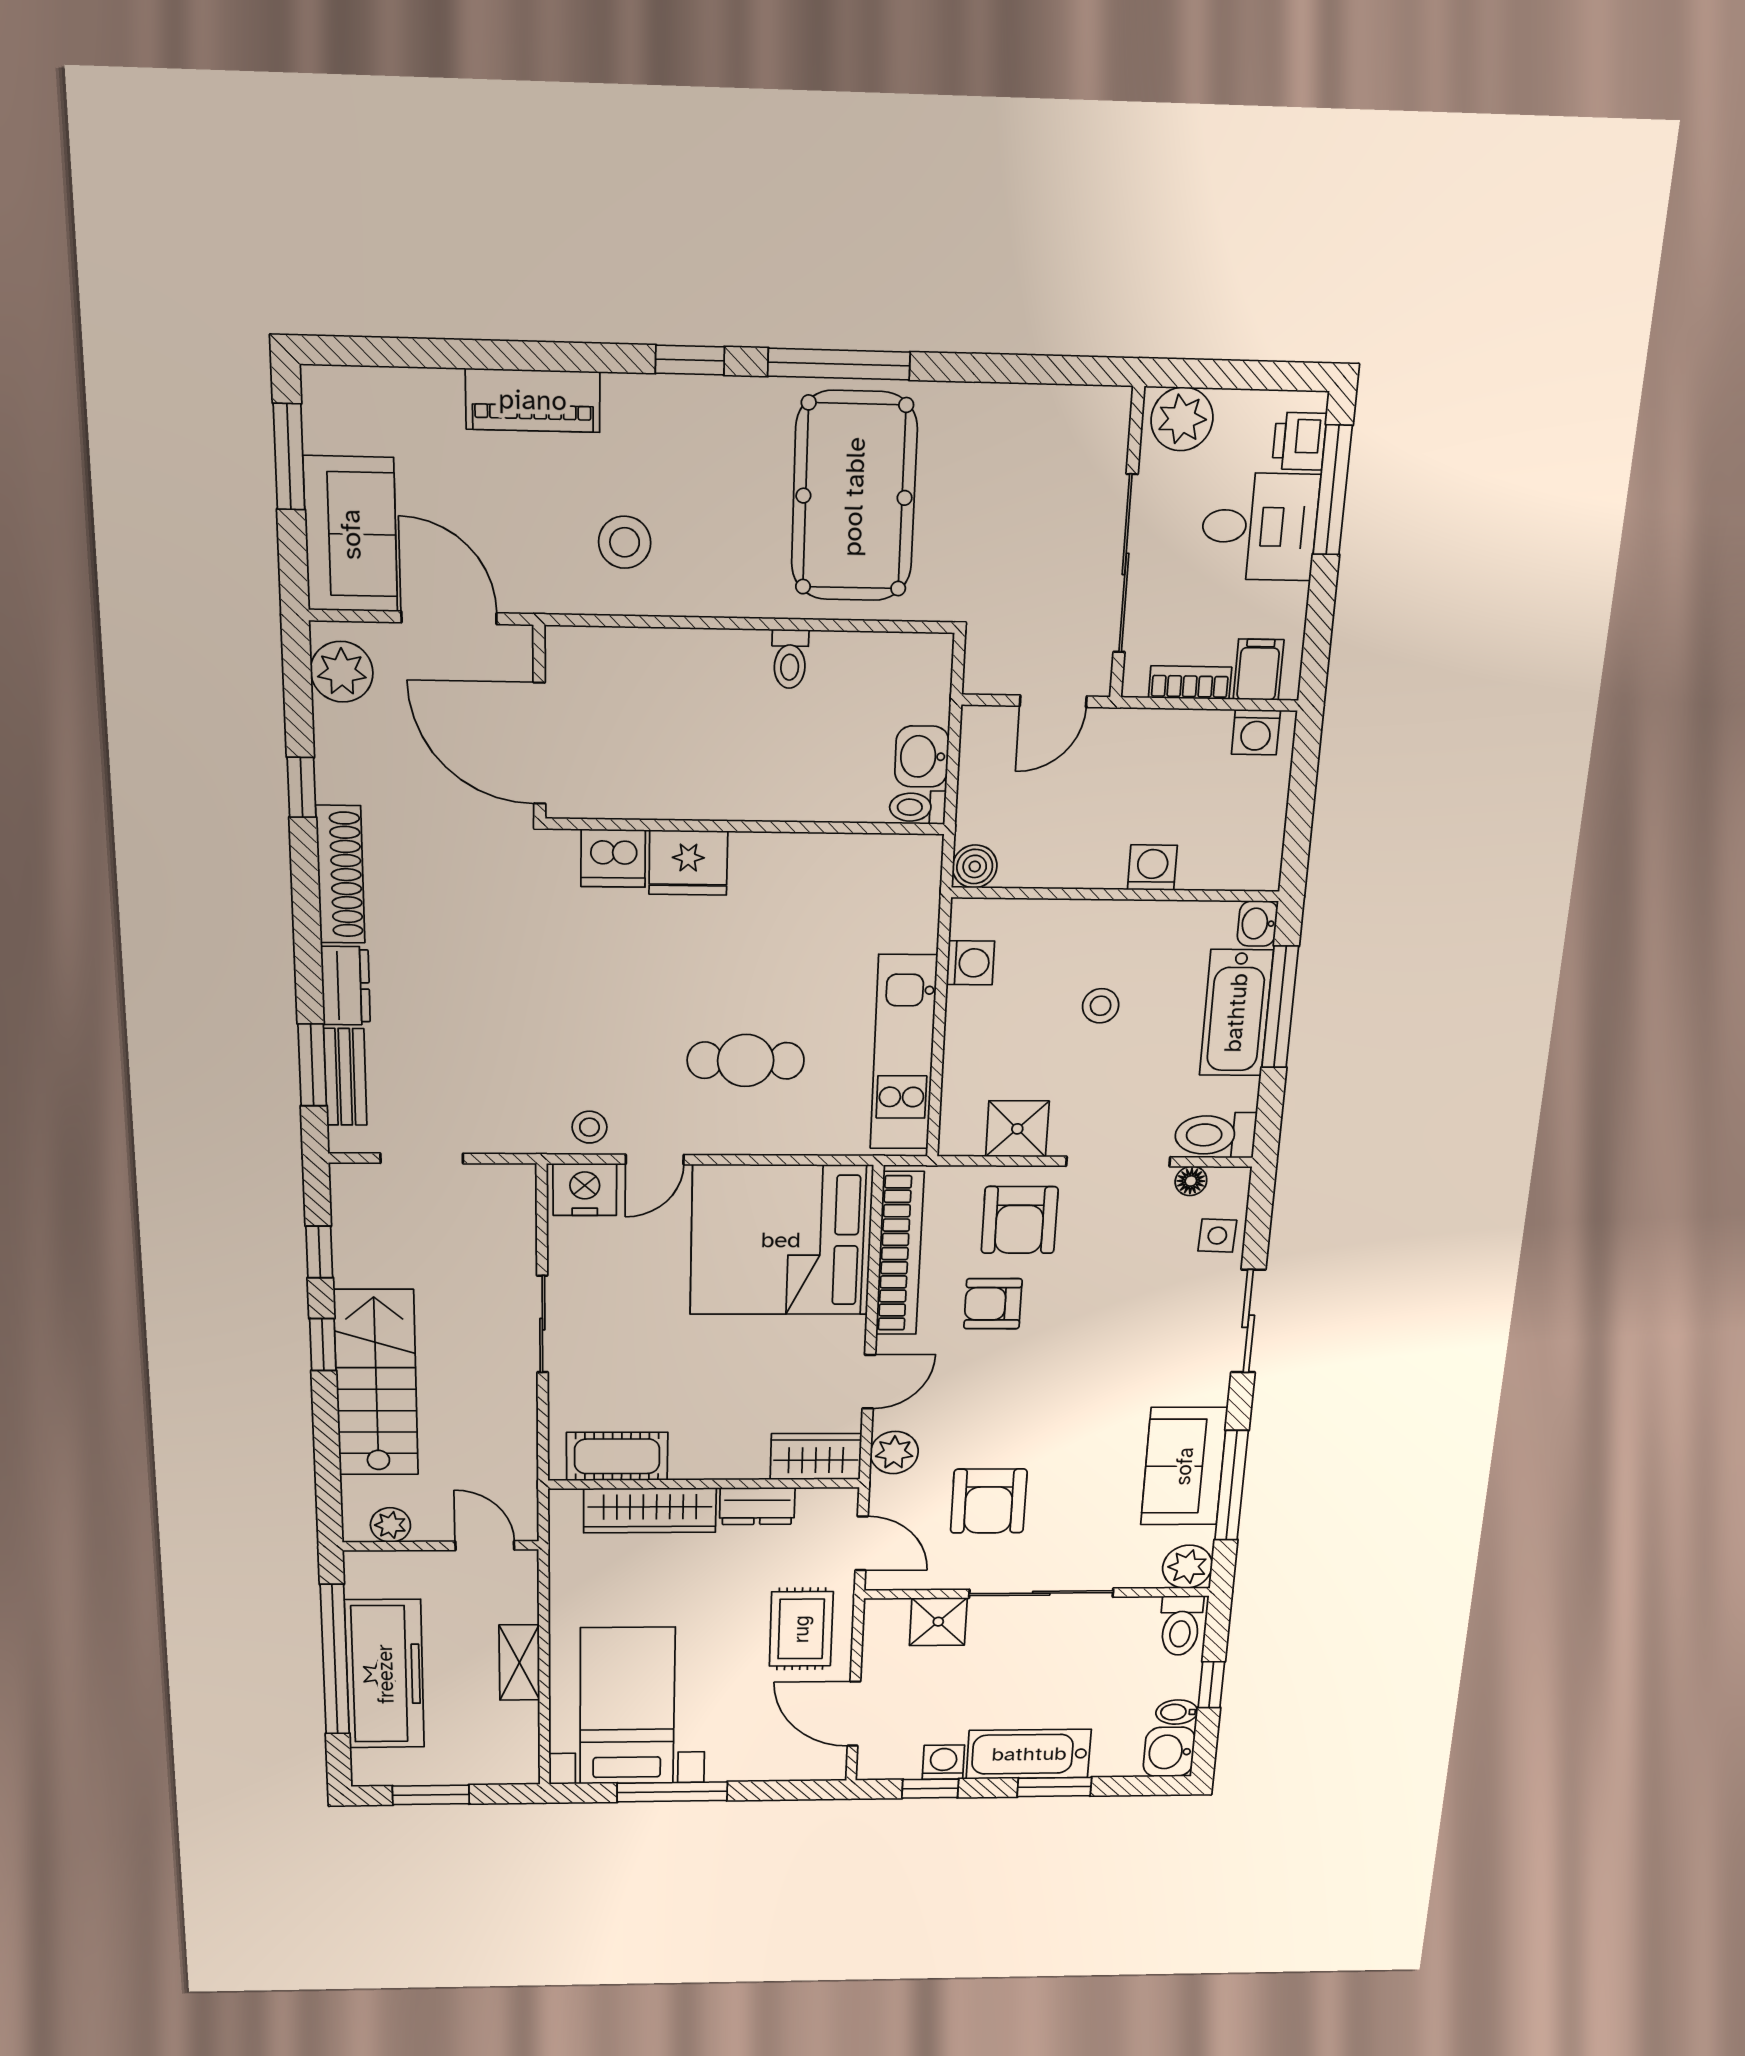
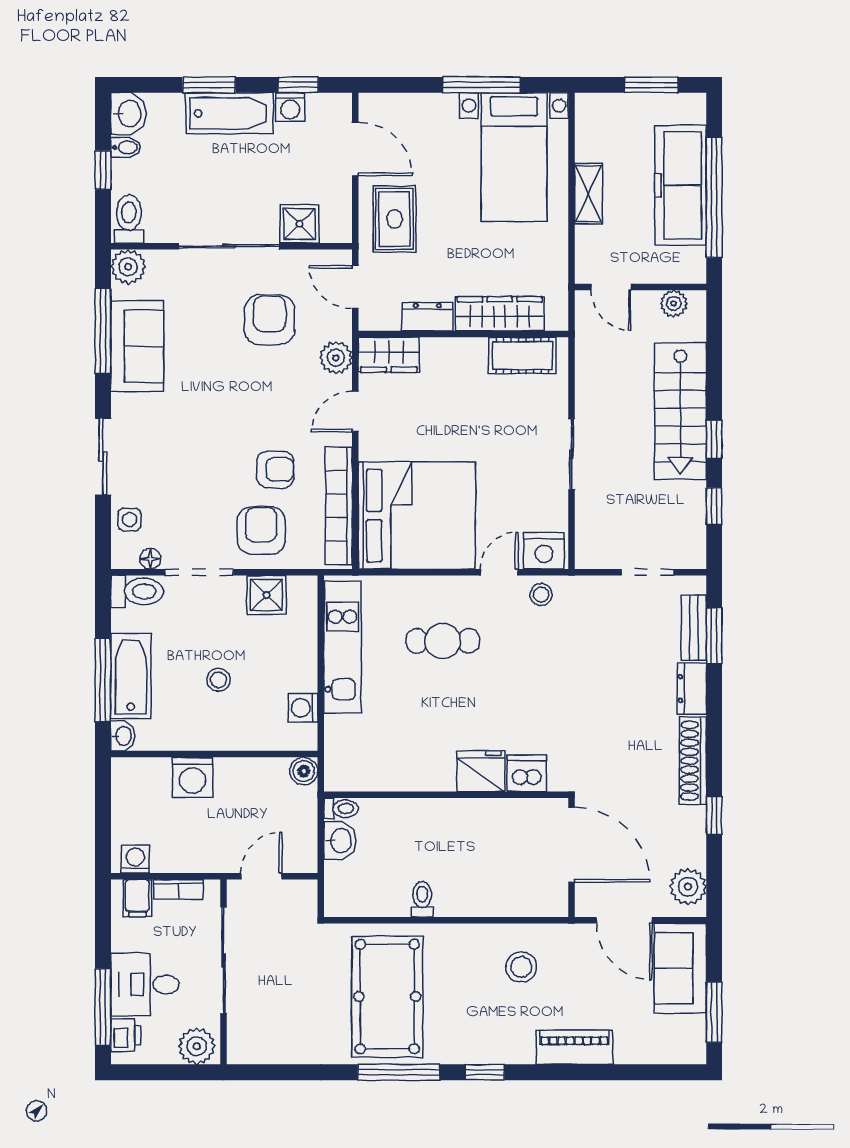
washing machine: (1152, 868) -> (192, 777), width x1.38, depth x1.38

